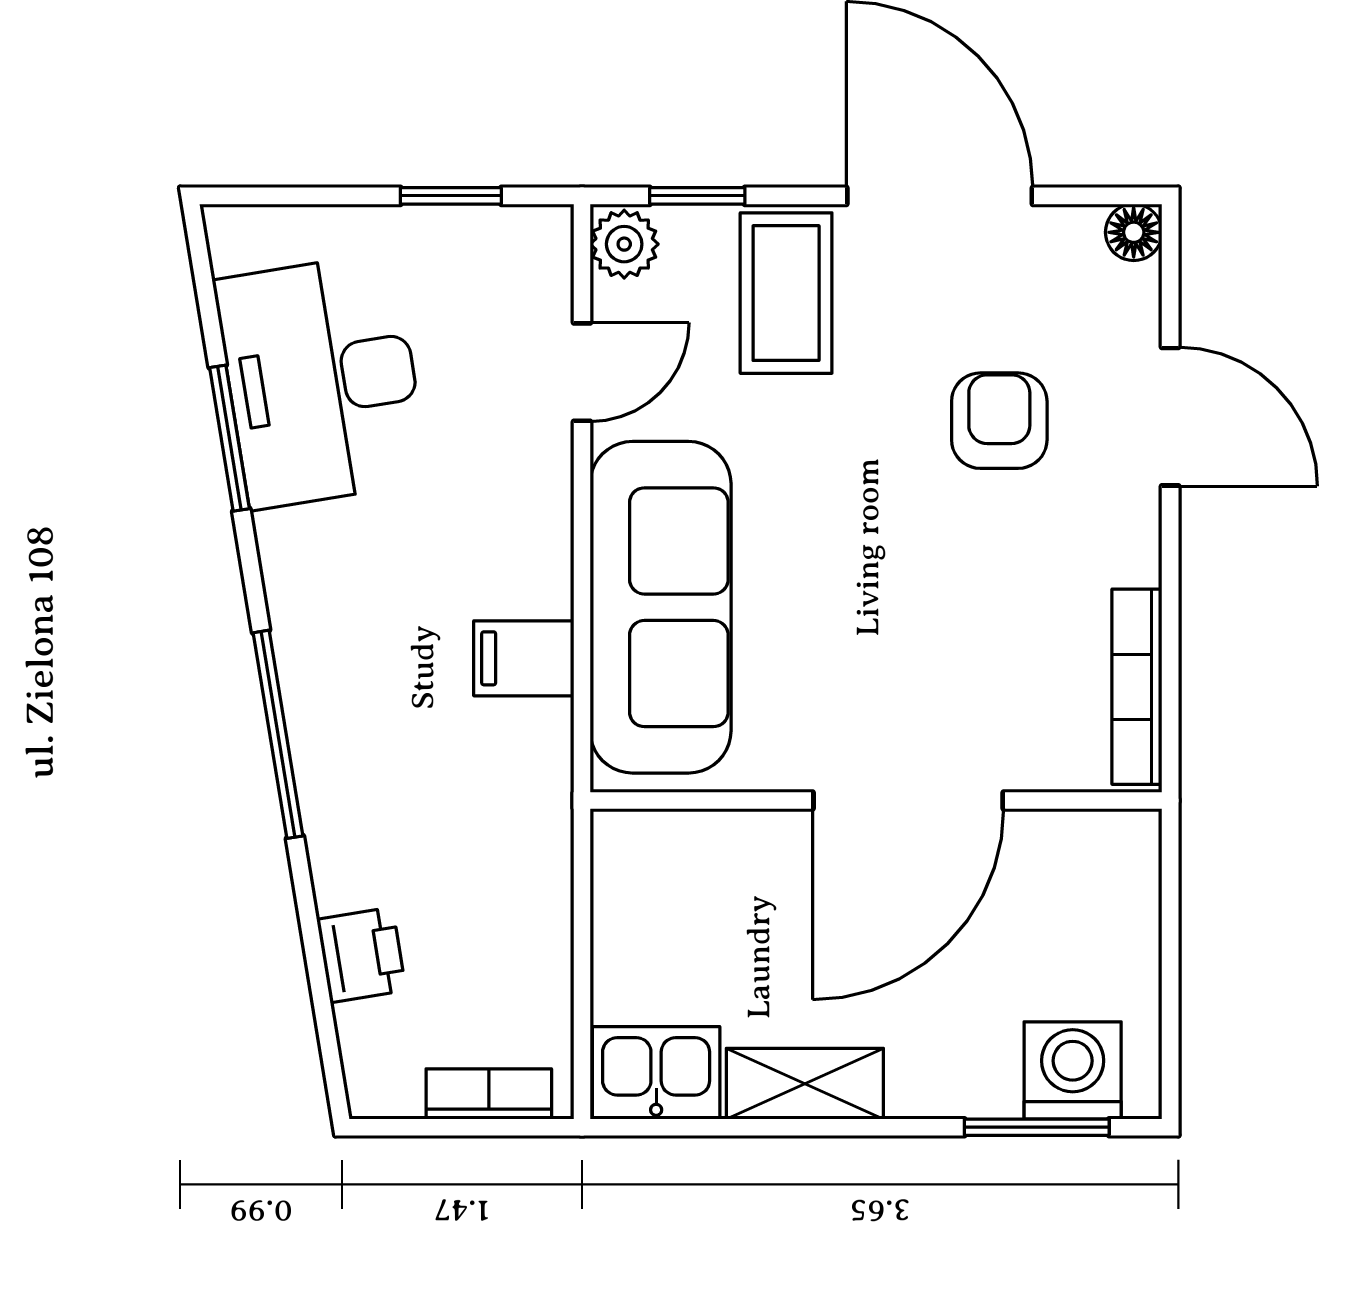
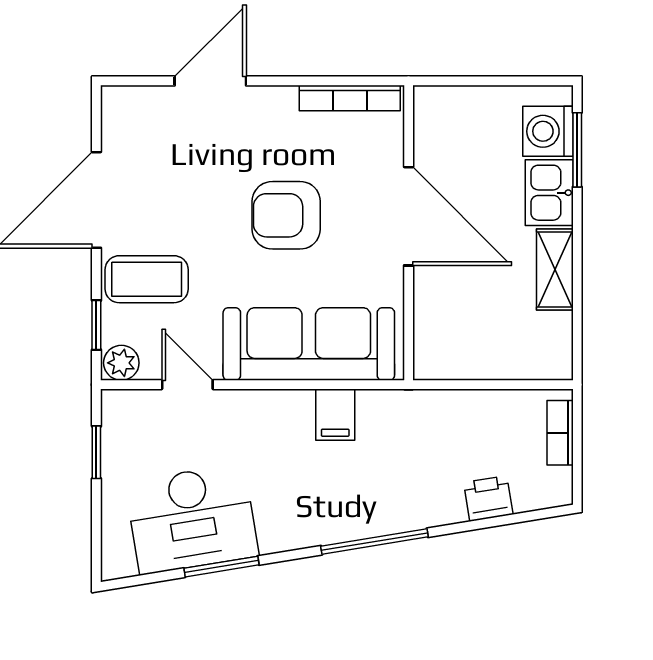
floor lamp: (1134, 232) -> (115, 100), removed
armchair: (999, 421) -> (286, 215), moved, width x1.38, depth x1.38
kitchen sink: (656, 1073) -> (549, 193), moved

